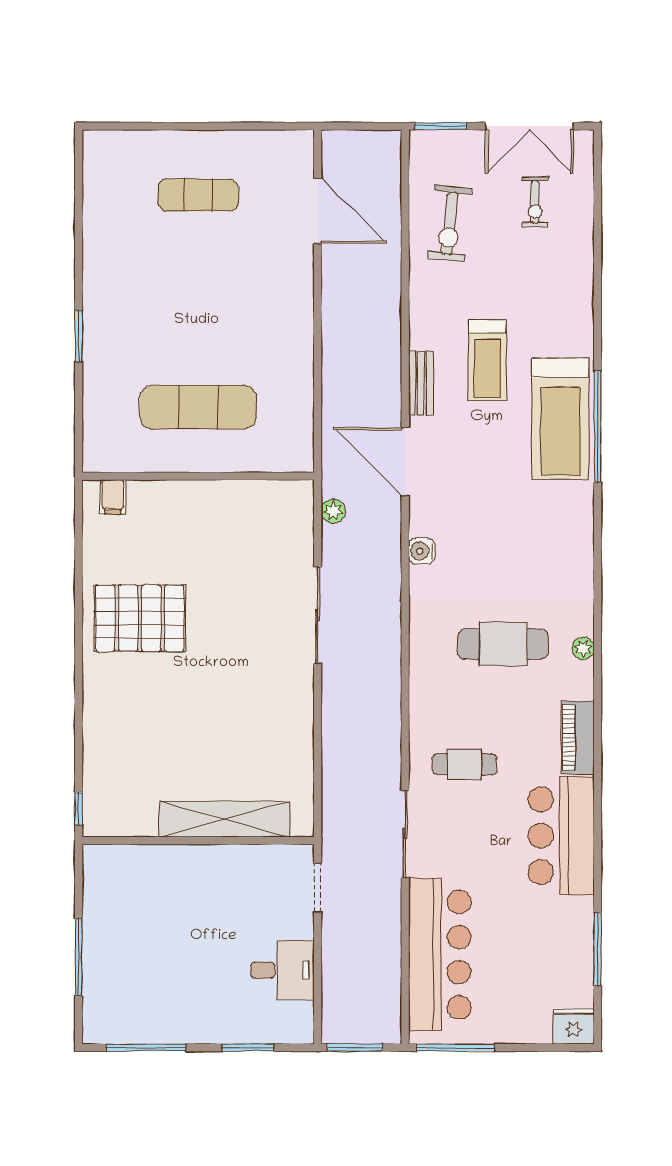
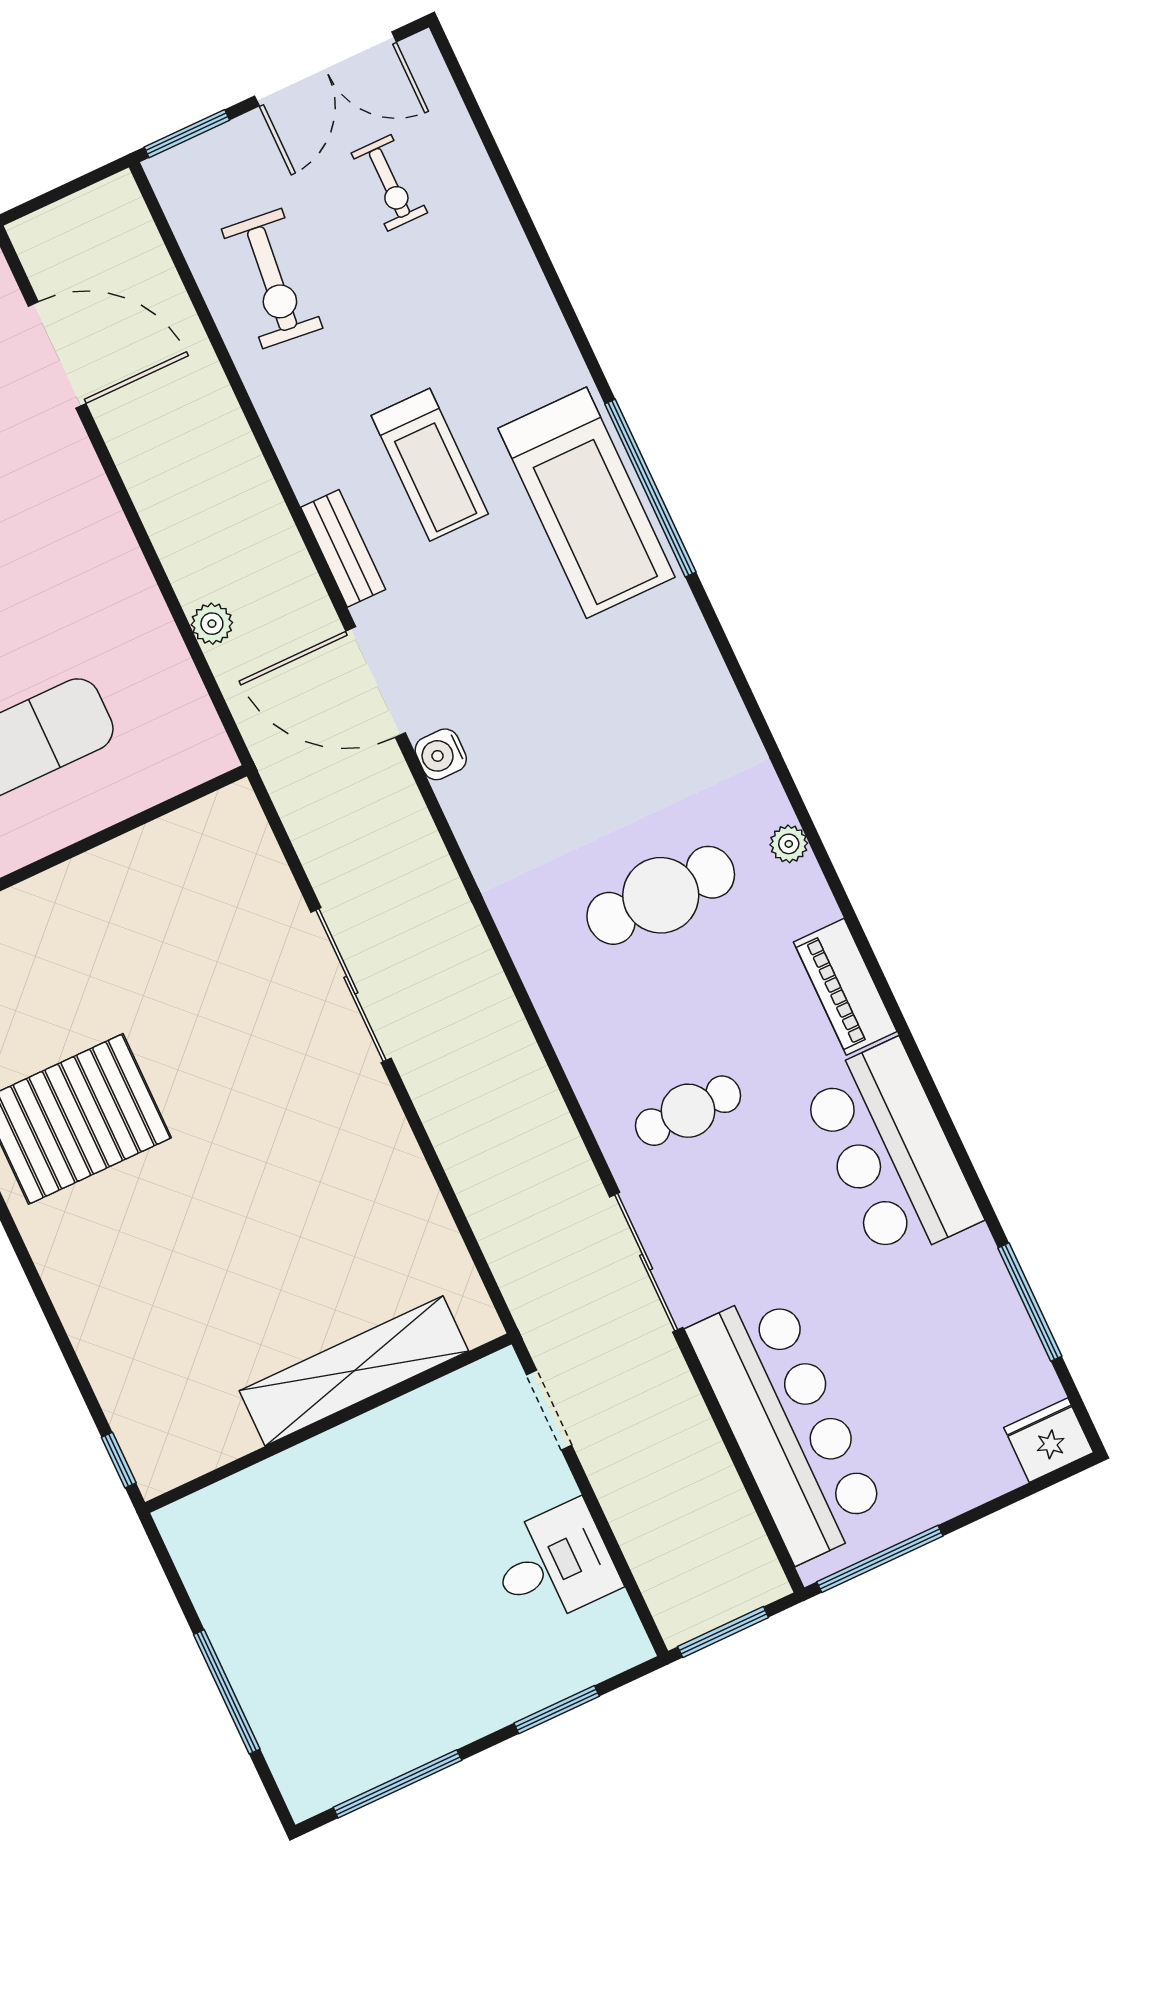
plant: (333, 511) -> (212, 624), moved
water cooler: (422, 551) -> (441, 754), moved

